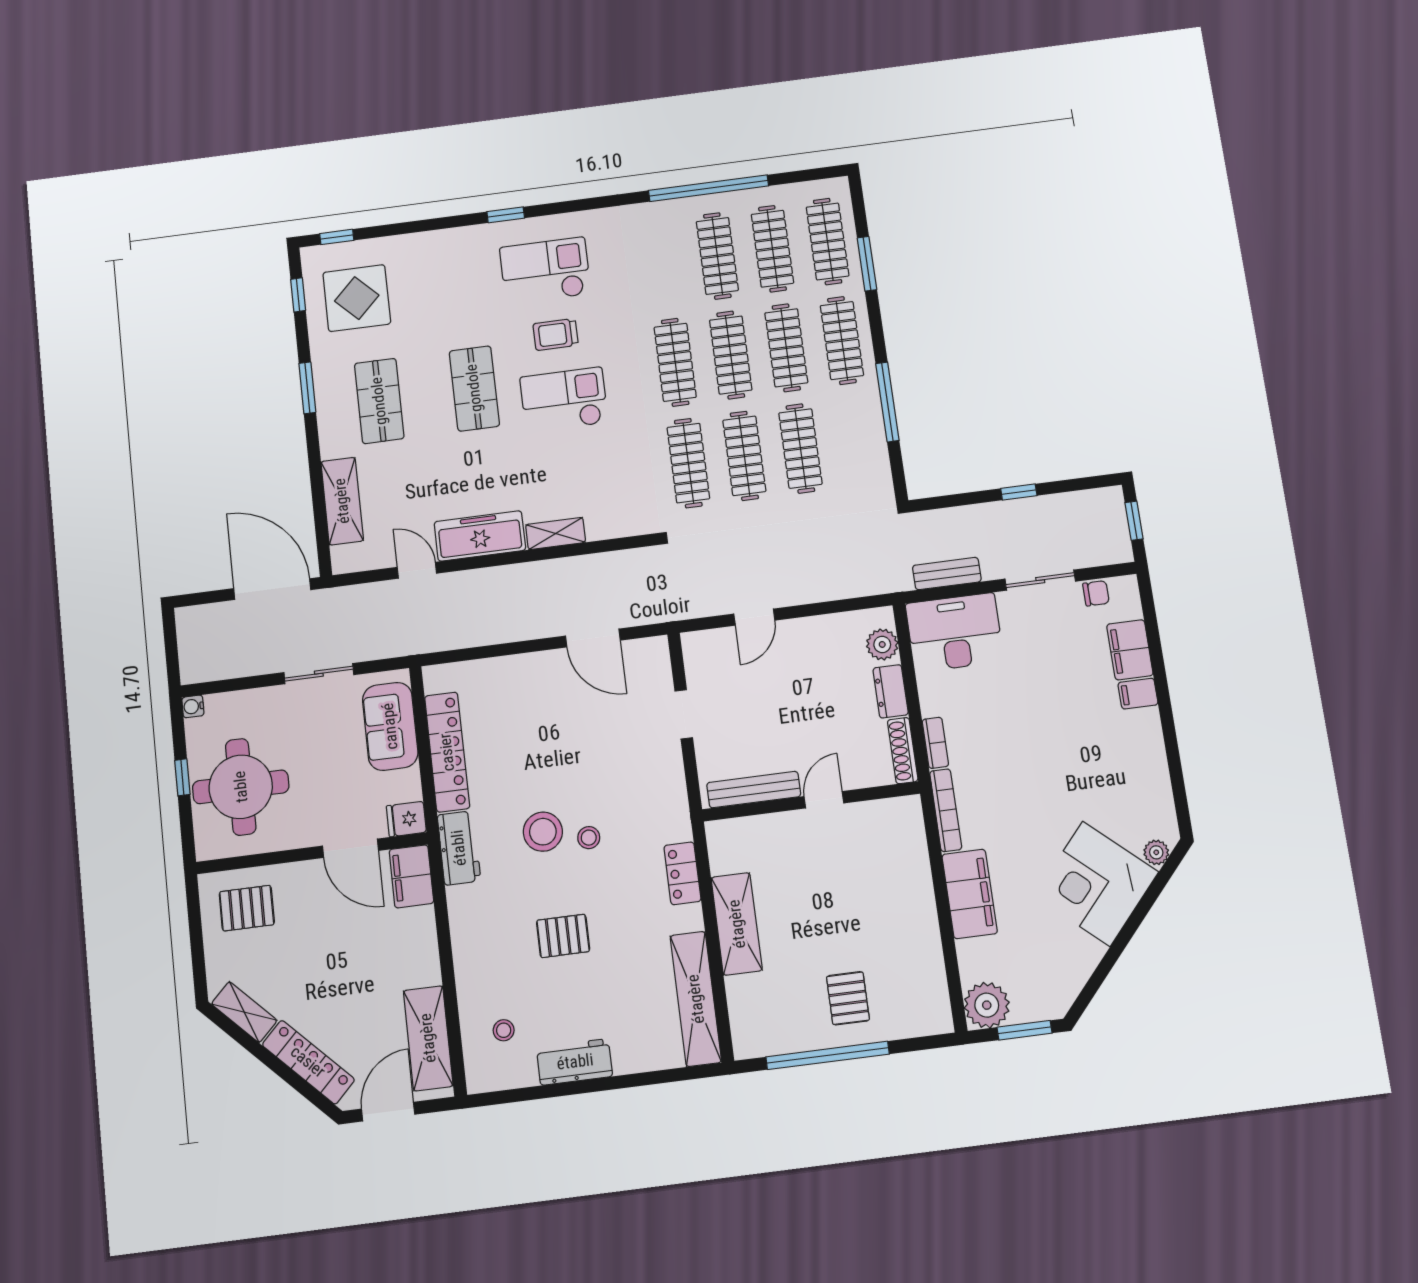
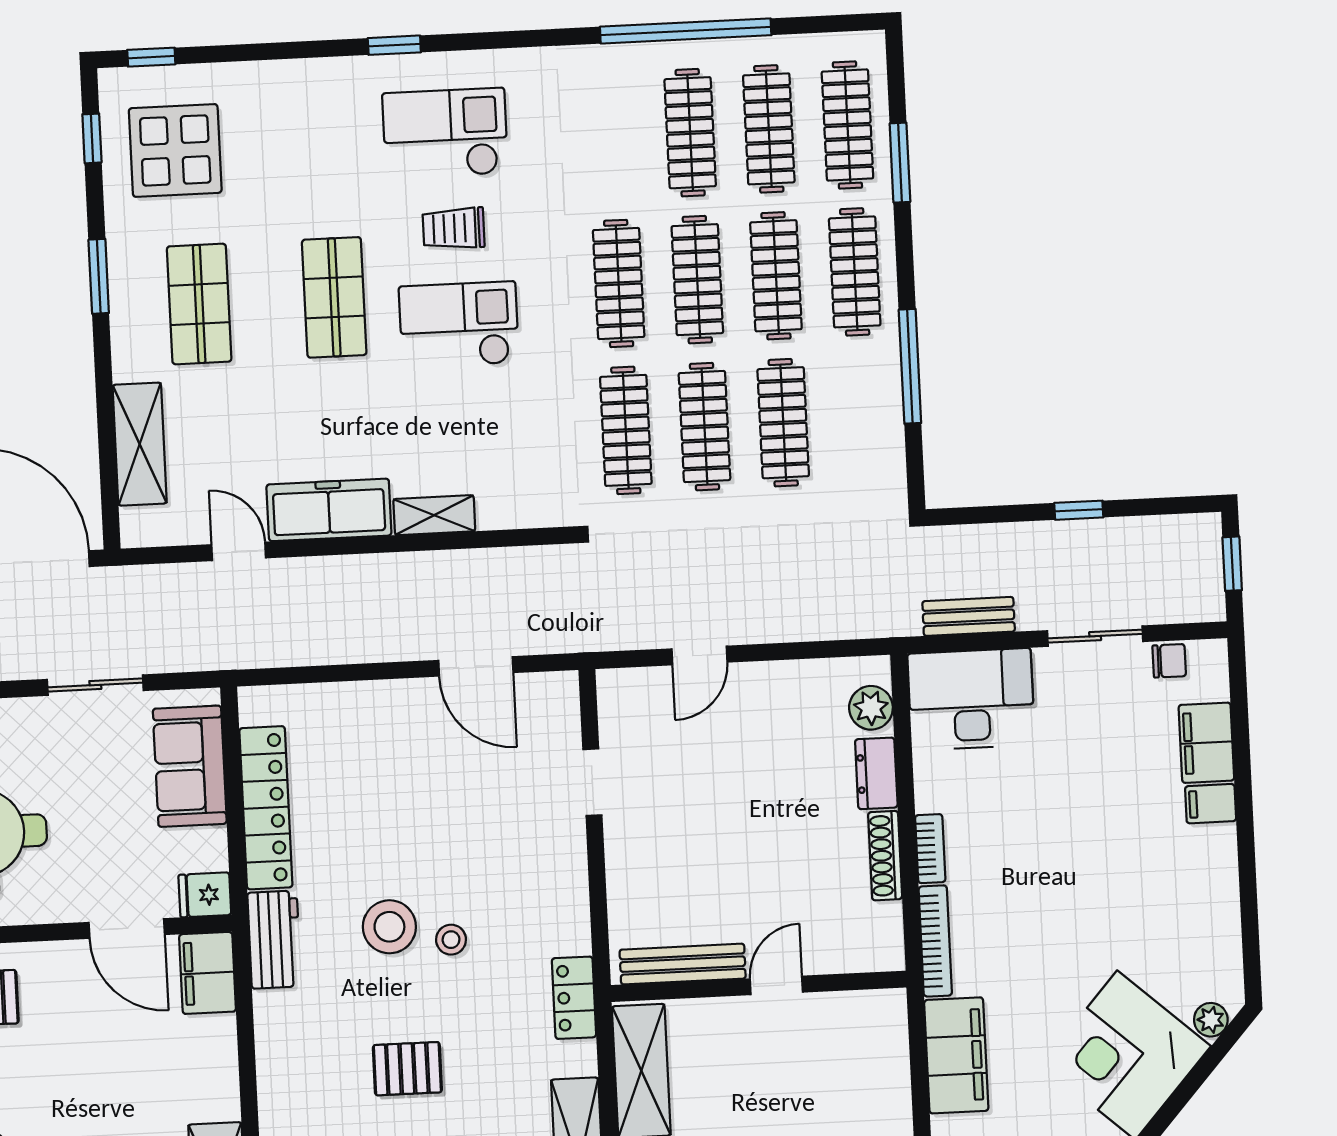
bench: (754, 790) -> (683, 964), moved
door: (824, 800) -> (776, 985), moved
wall: (811, 801) -> (759, 986), moved

